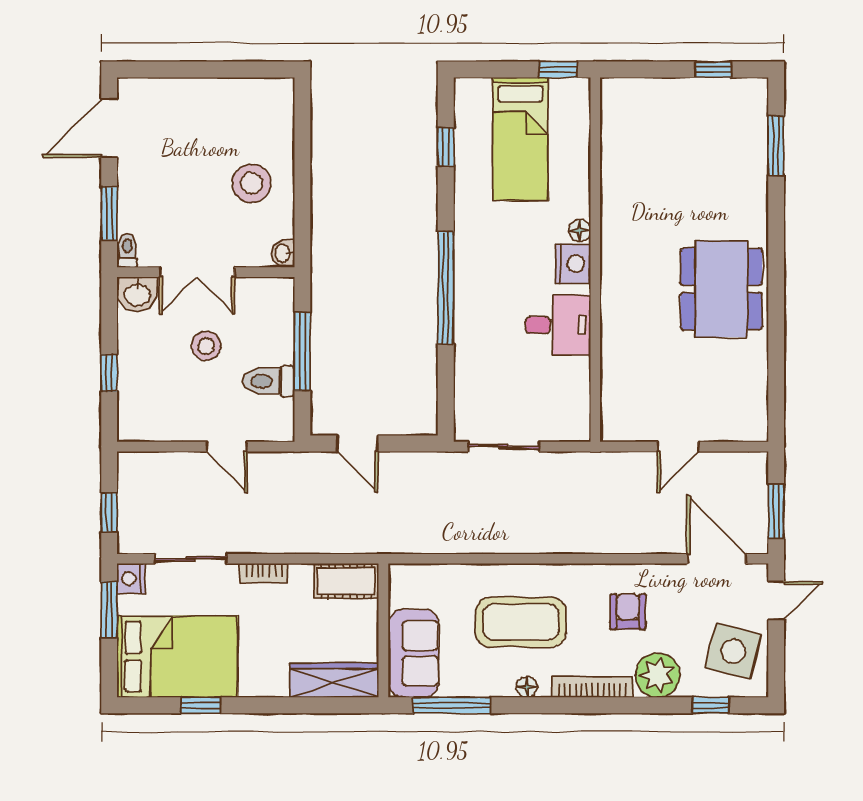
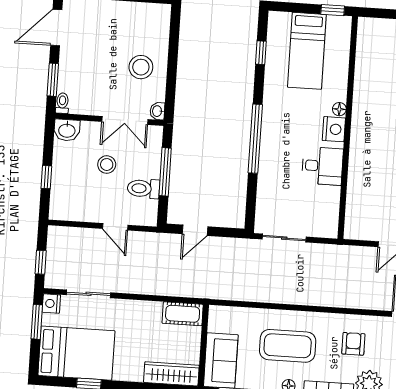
double door: (197, 272) -> (125, 120), moved
door: (357, 443) -> (195, 230), hinge flipped
bookcase: (264, 573) -> (133, 306), removed

